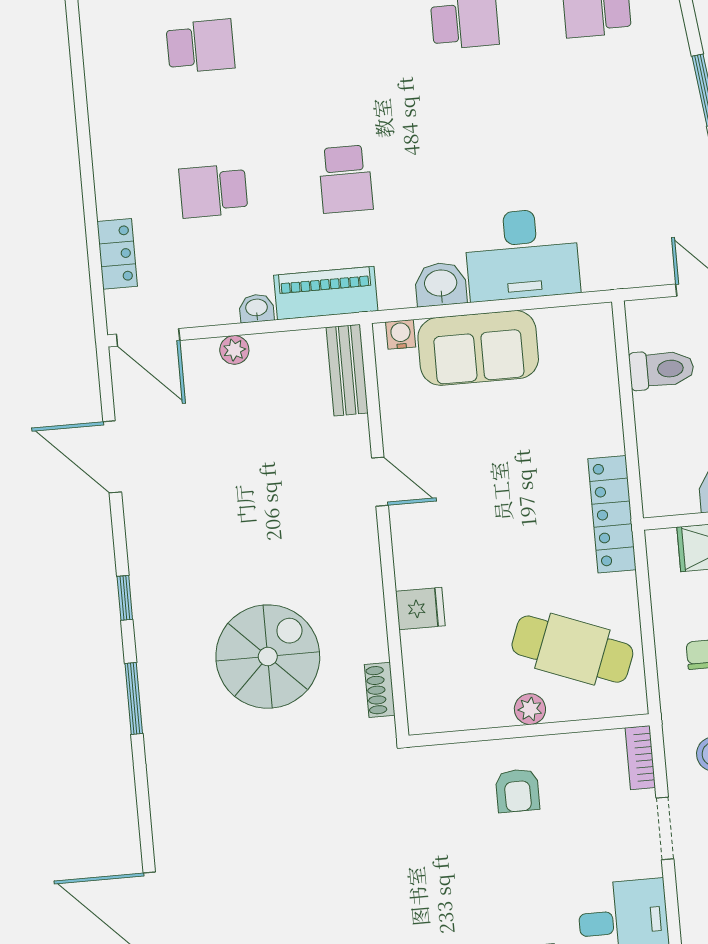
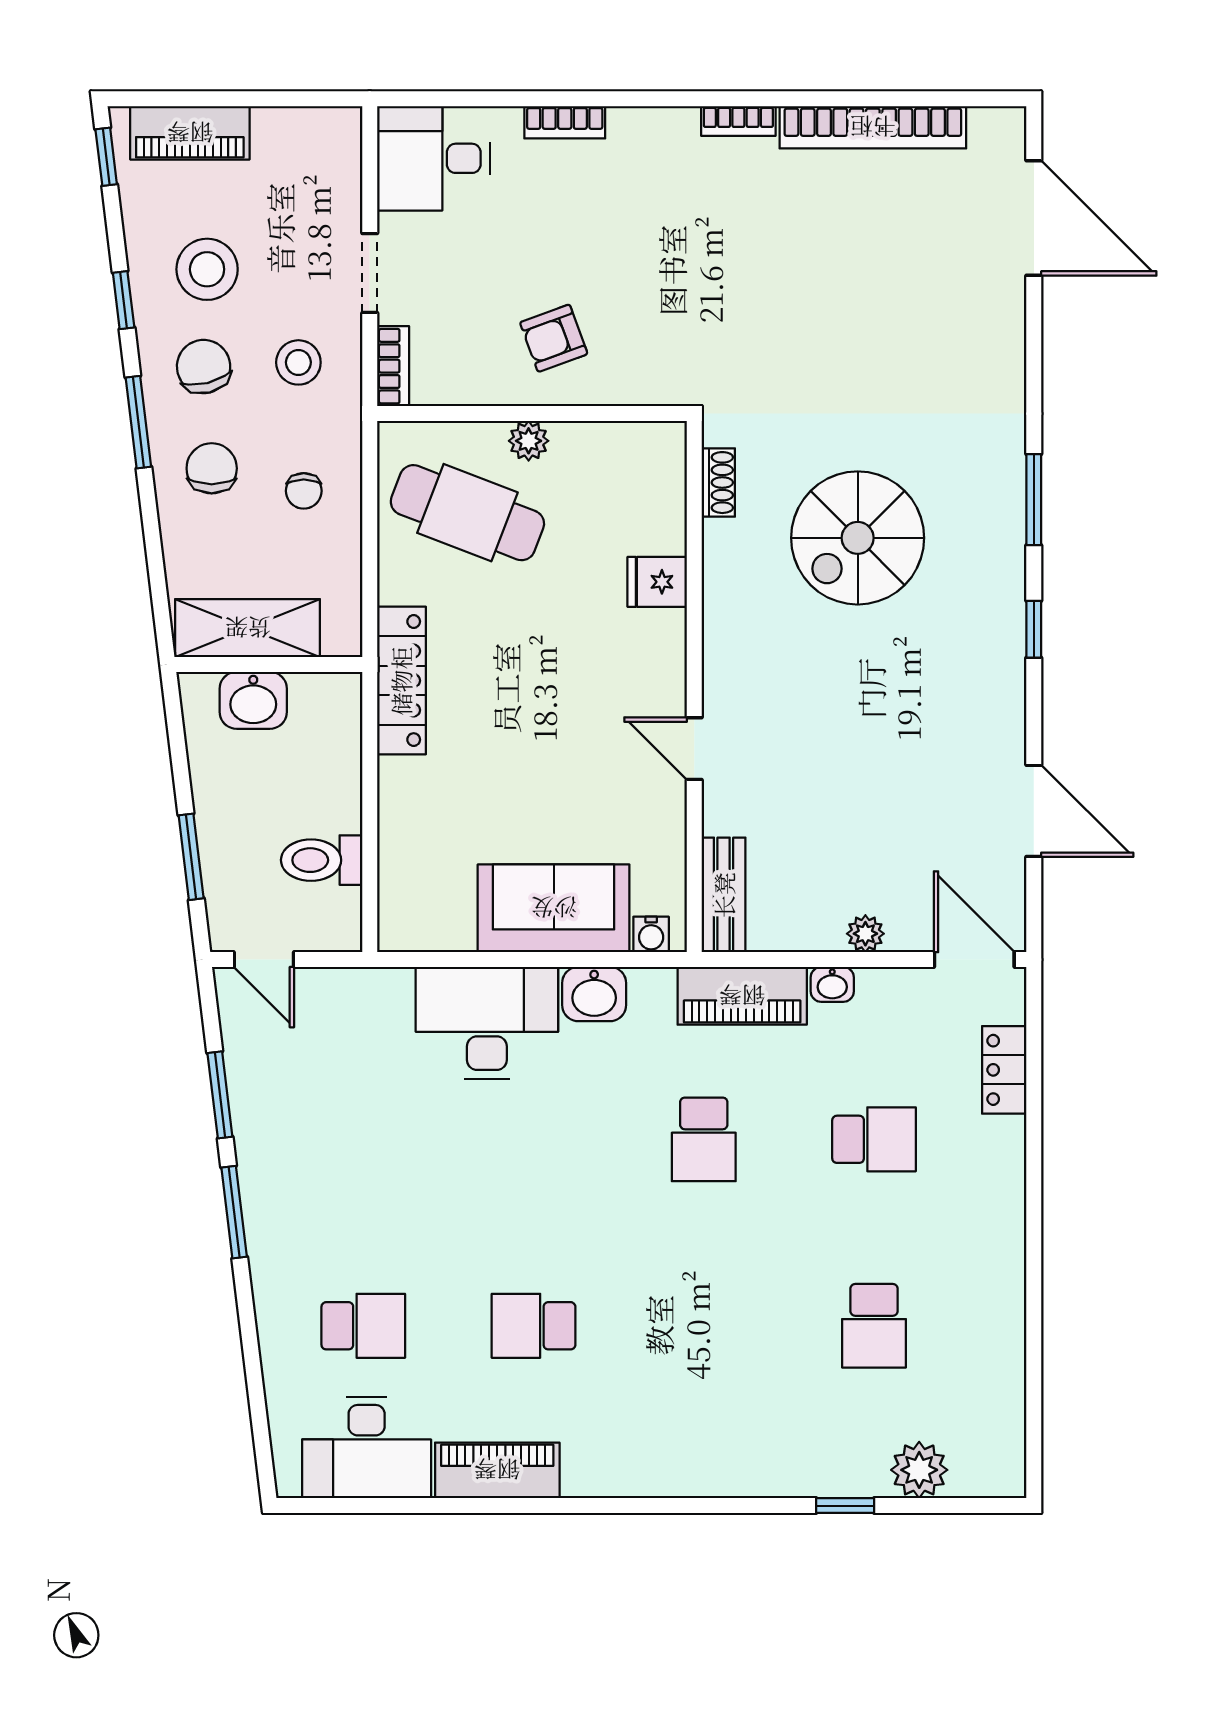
school desk: (200, 46) -> (874, 1326), turned -90
school desk: (346, 179) -> (704, 1139), turned 180
armchair: (517, 791) -> (554, 338), turned -110

